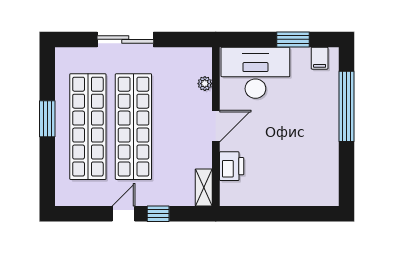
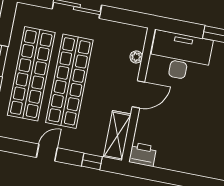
printer: (232, 166) -> (143, 154), moved, turned -90
shelving: (204, 187) -> (117, 136), width x1.50, depth x1.33
window: (158, 214) -> (92, 161), moved

